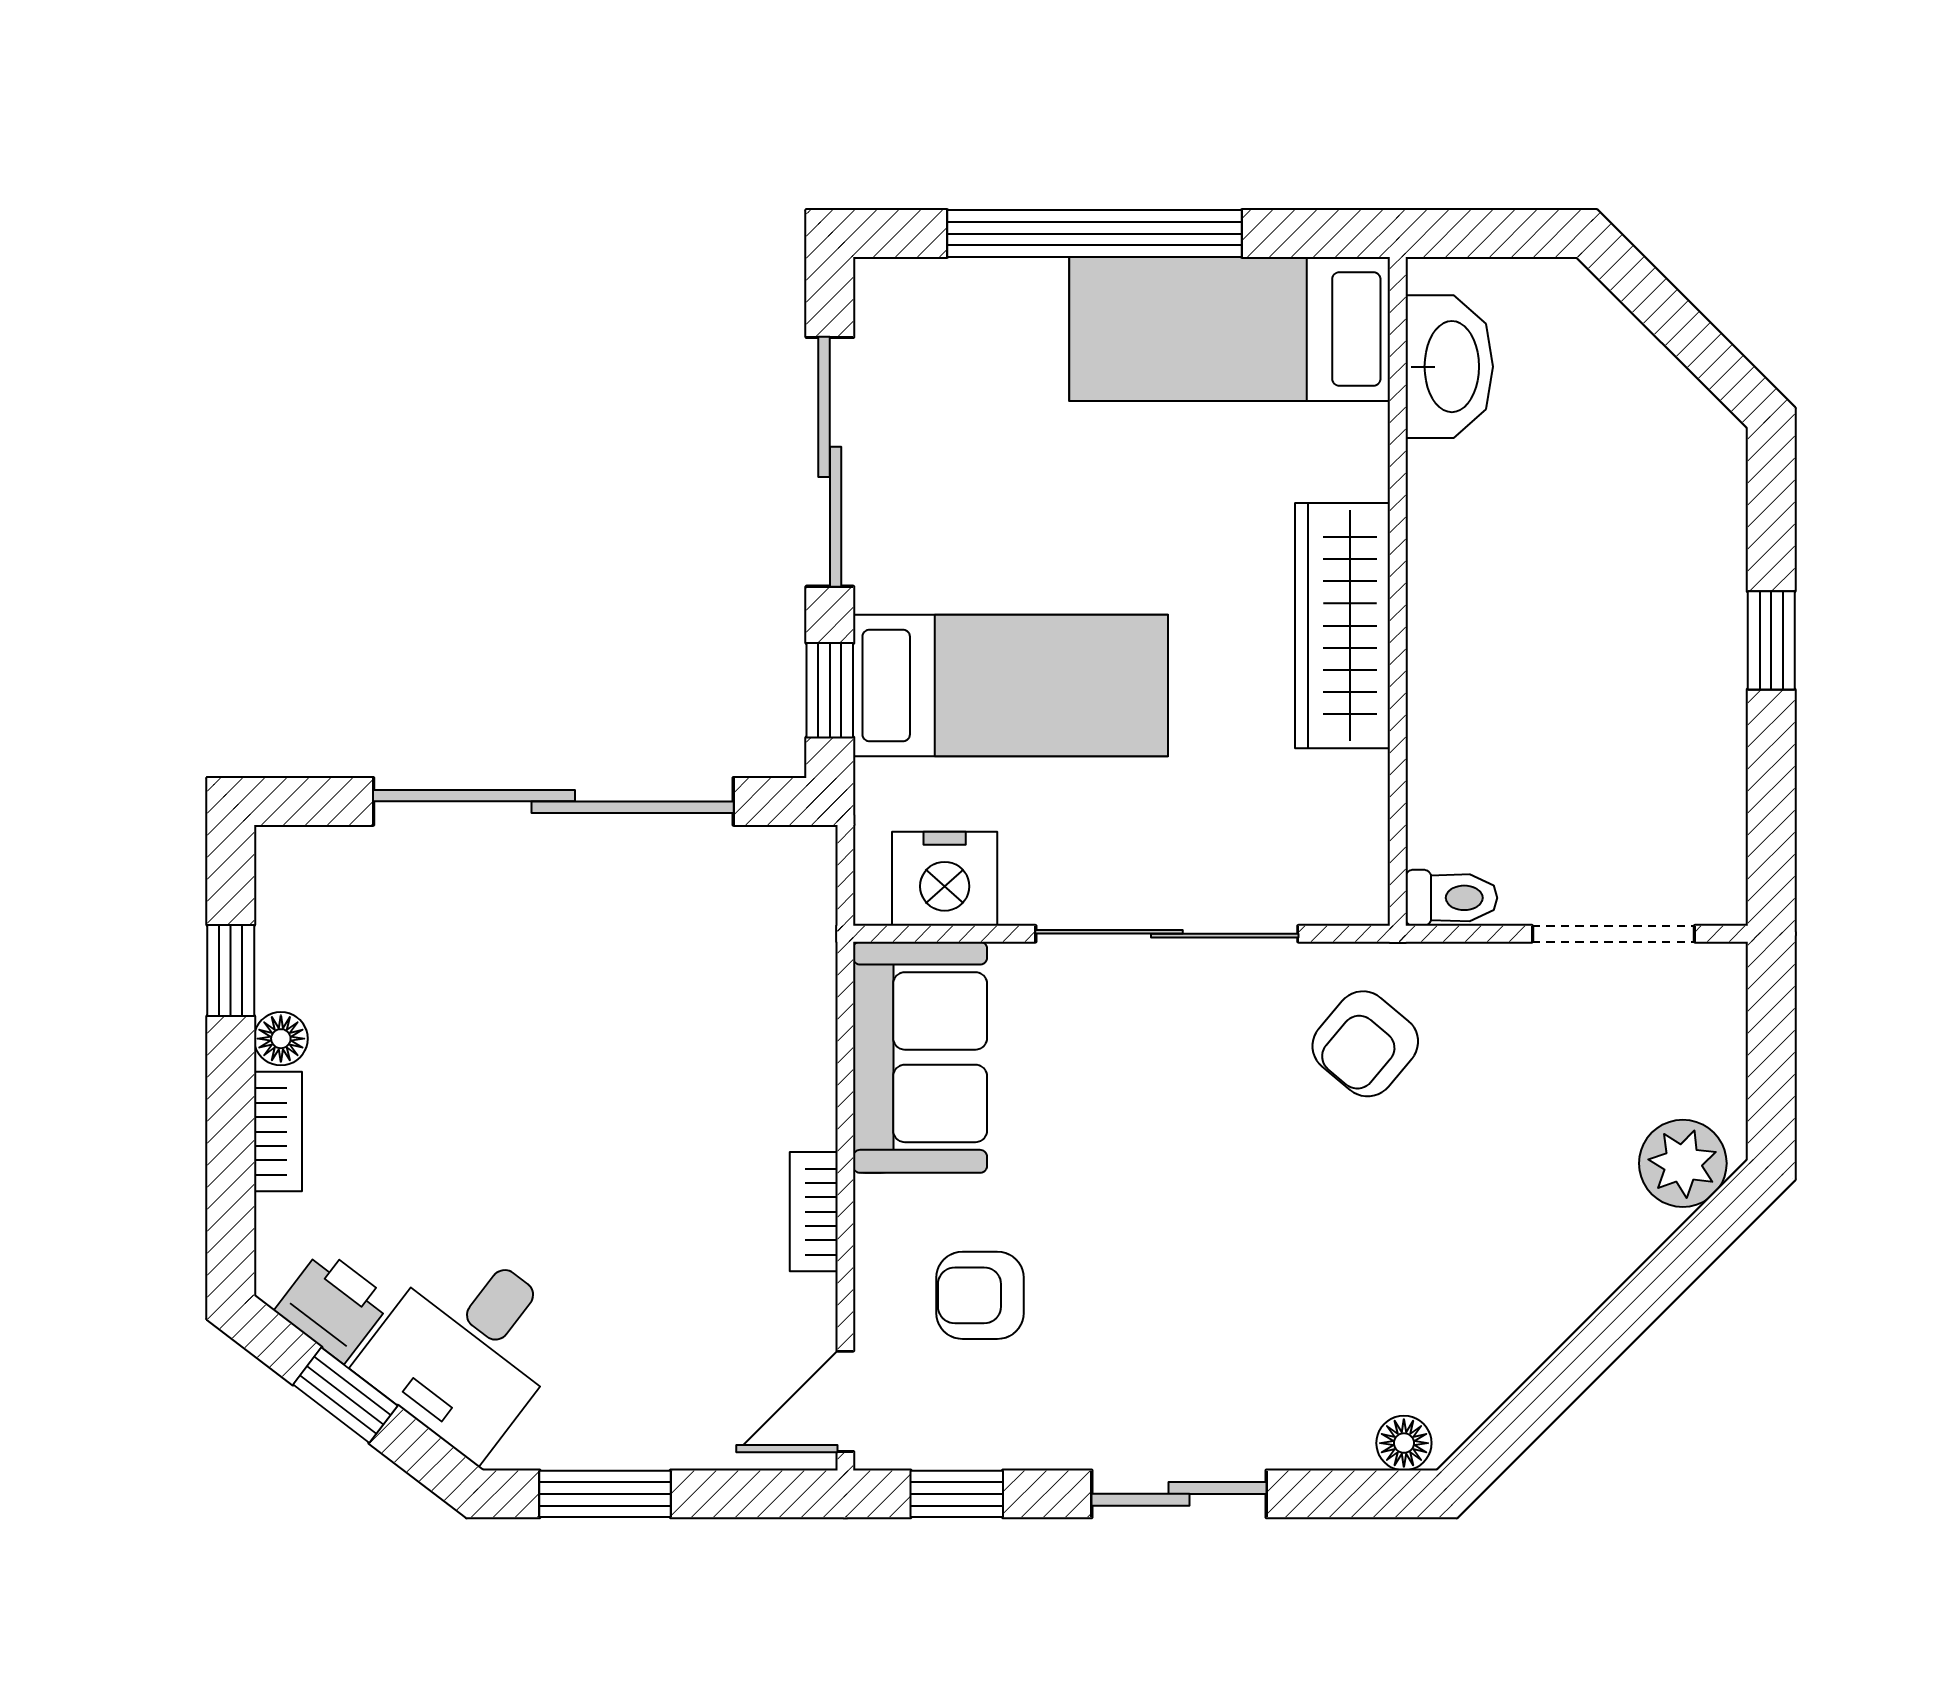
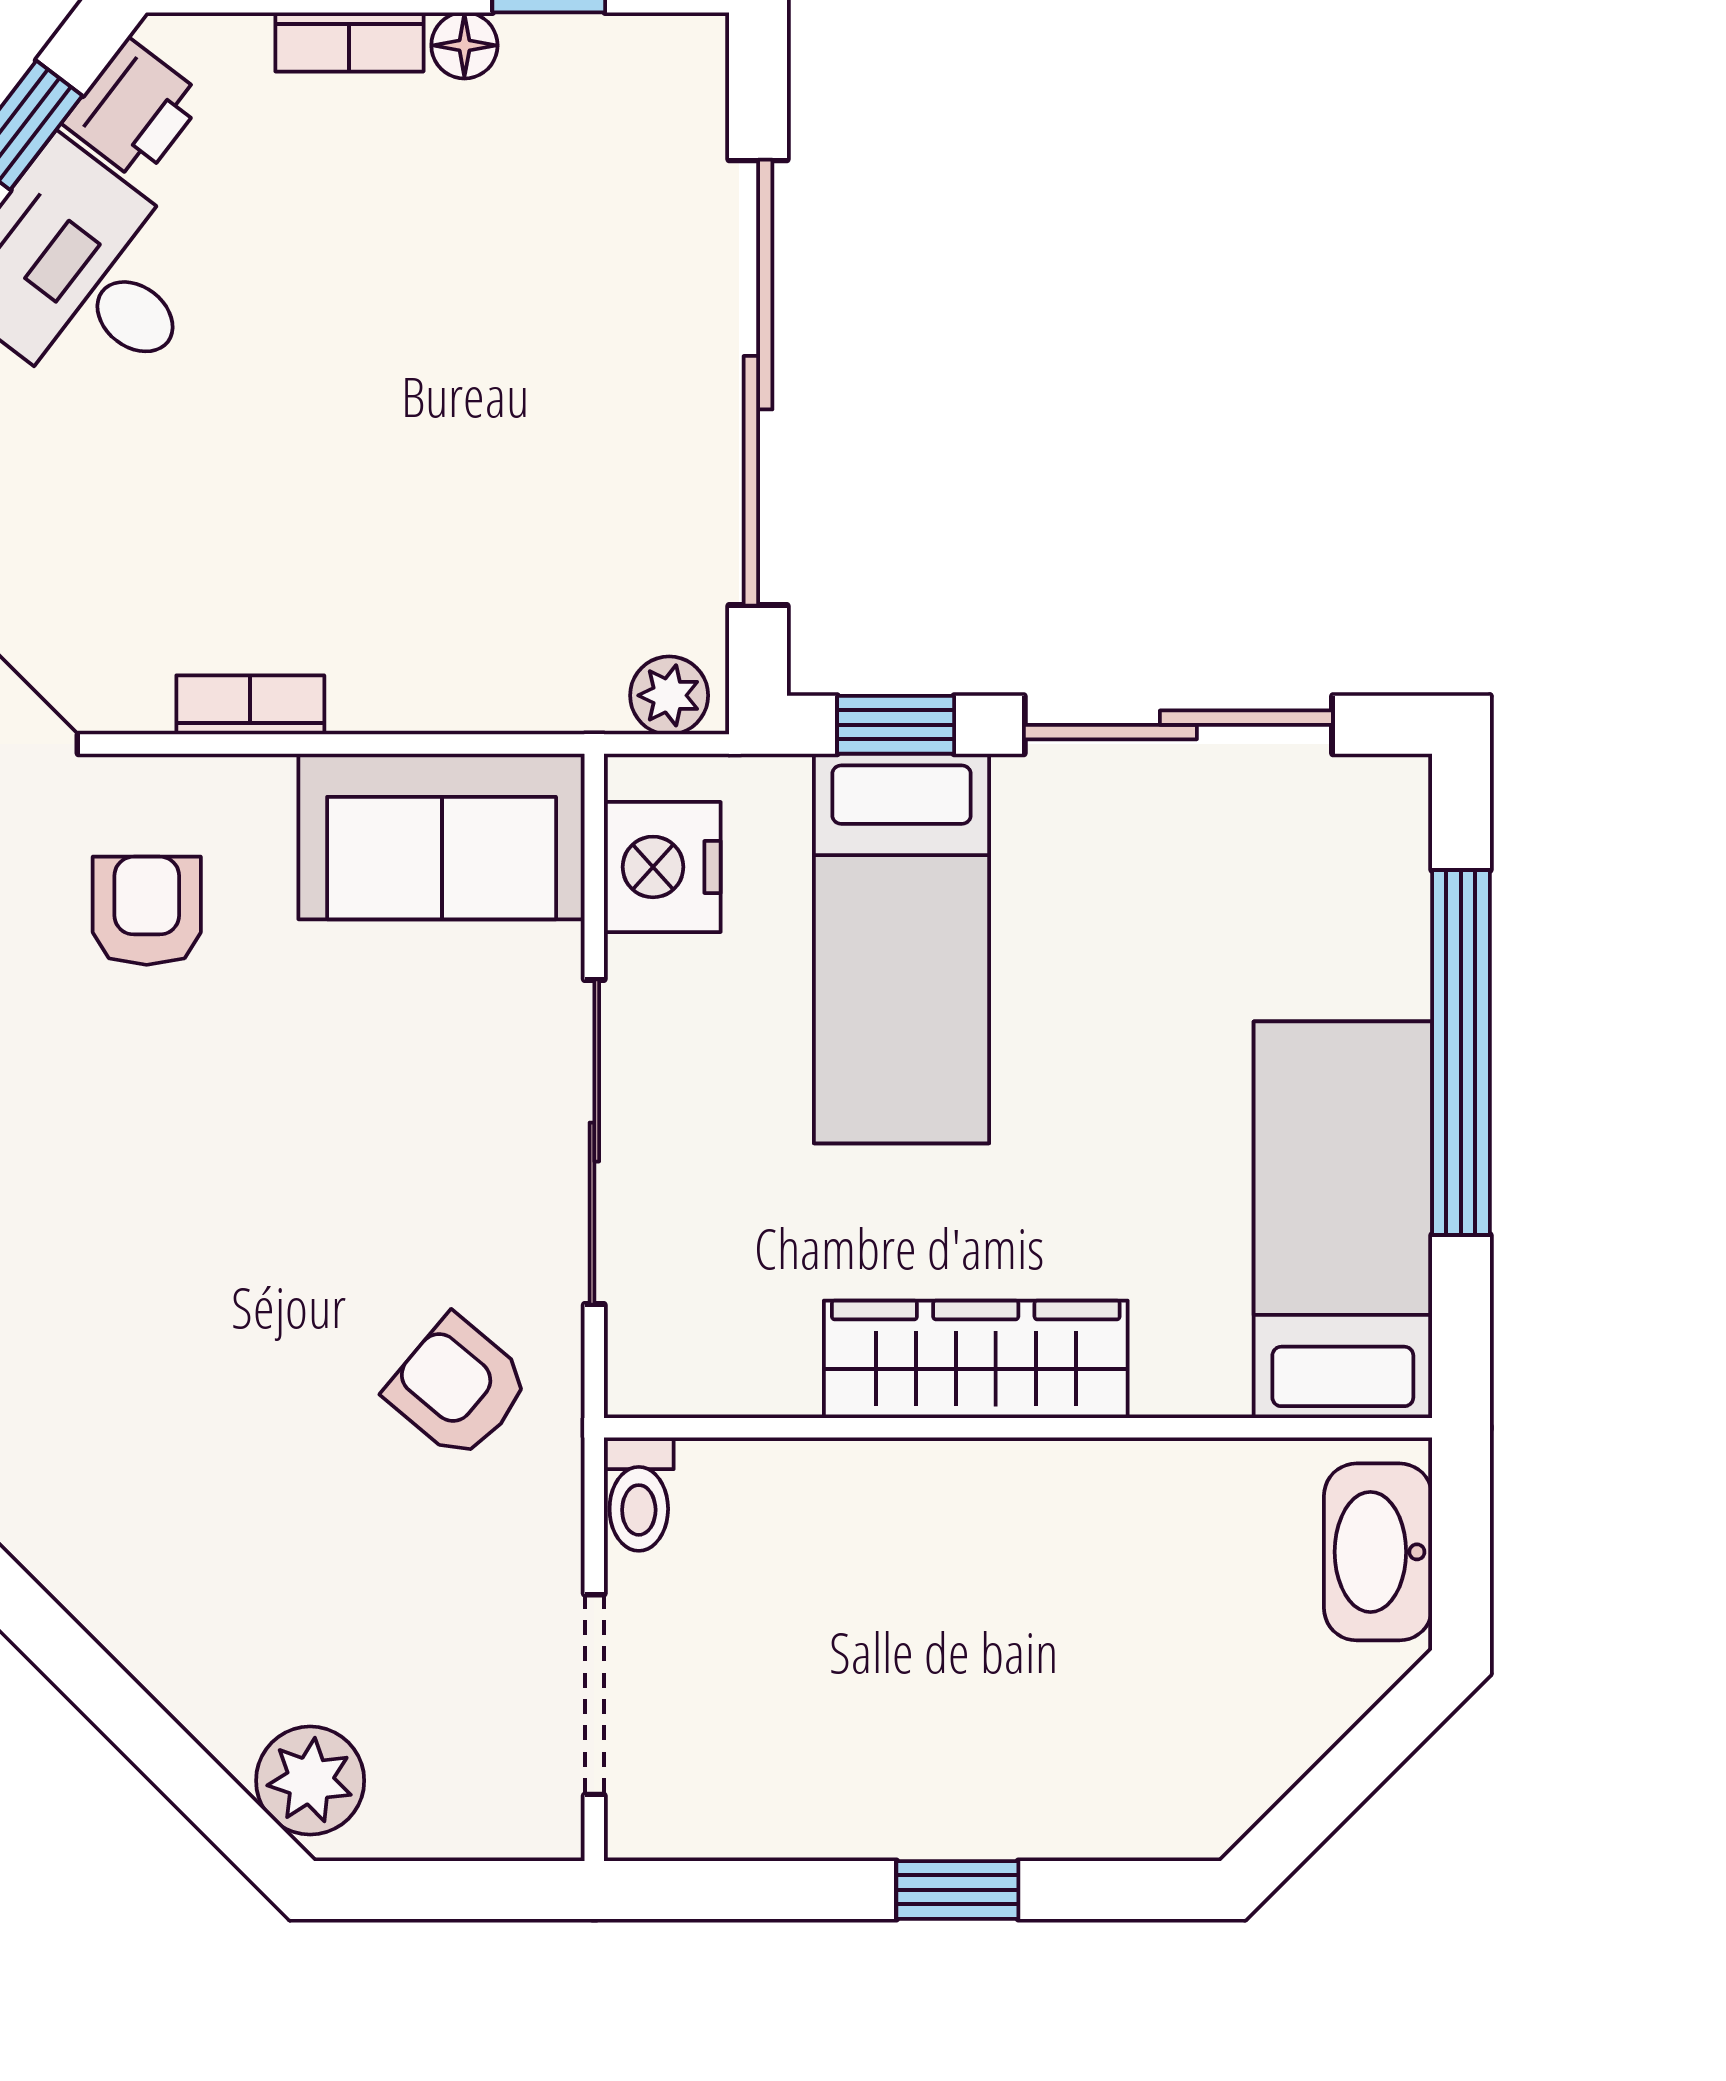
washbasin: (1449, 367) -> (1378, 1552), moved, turned 90
plant: (806, 873) -> (669, 695), added

